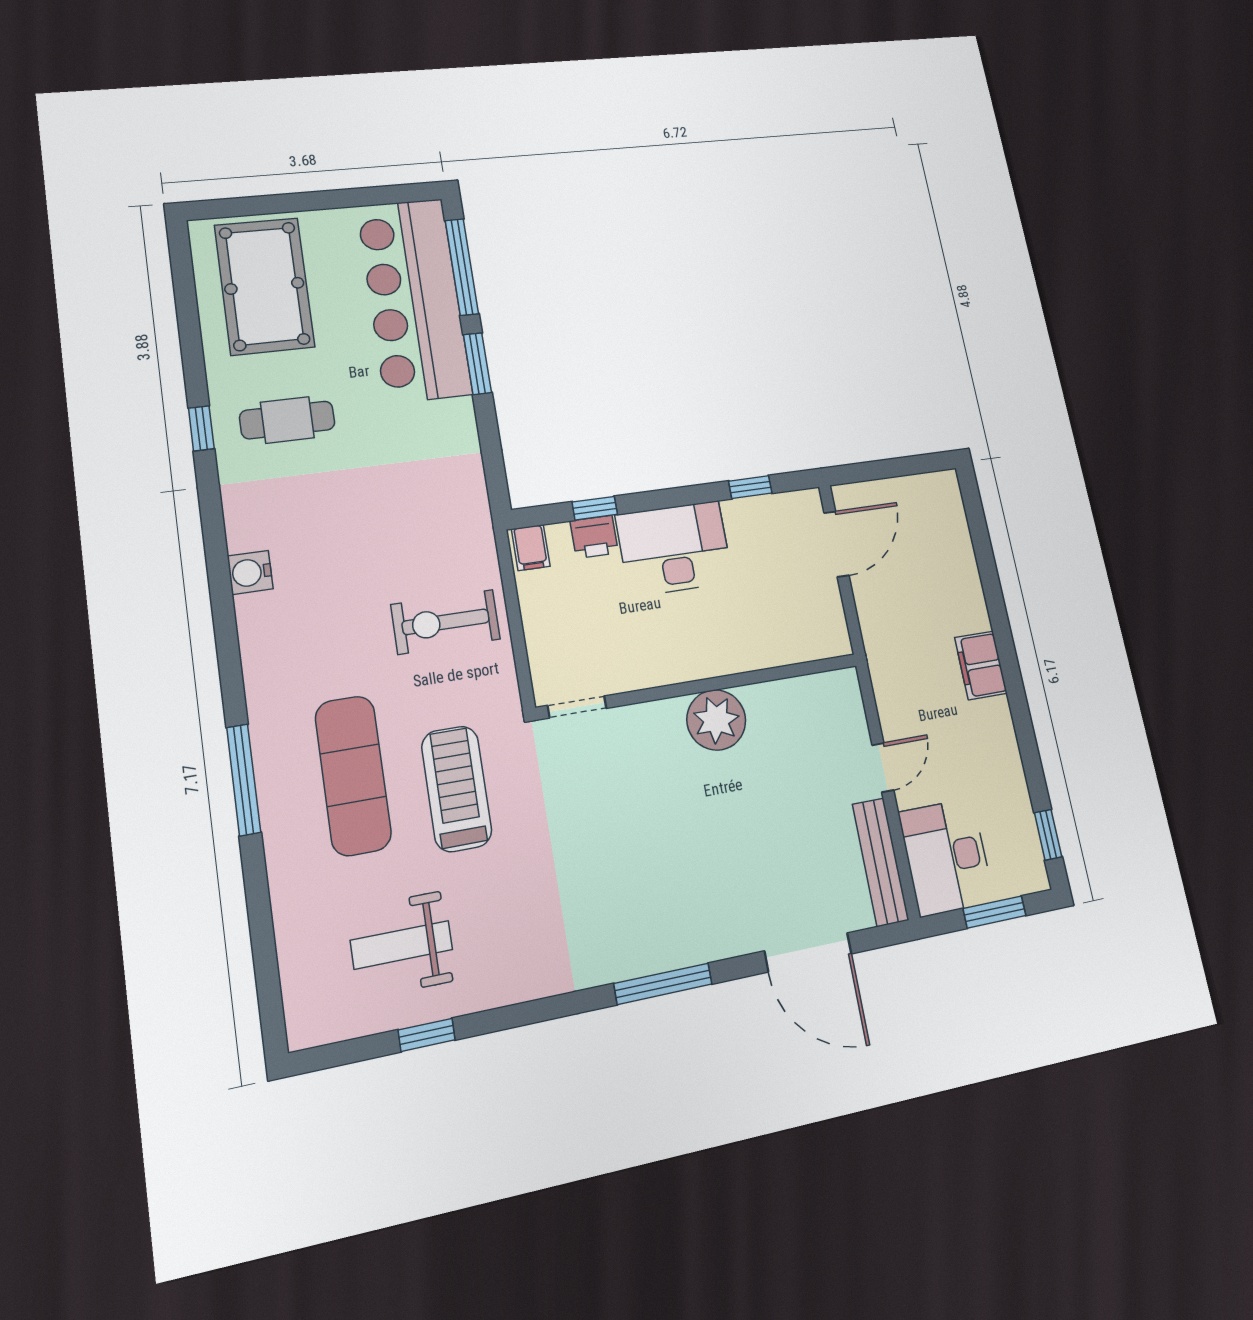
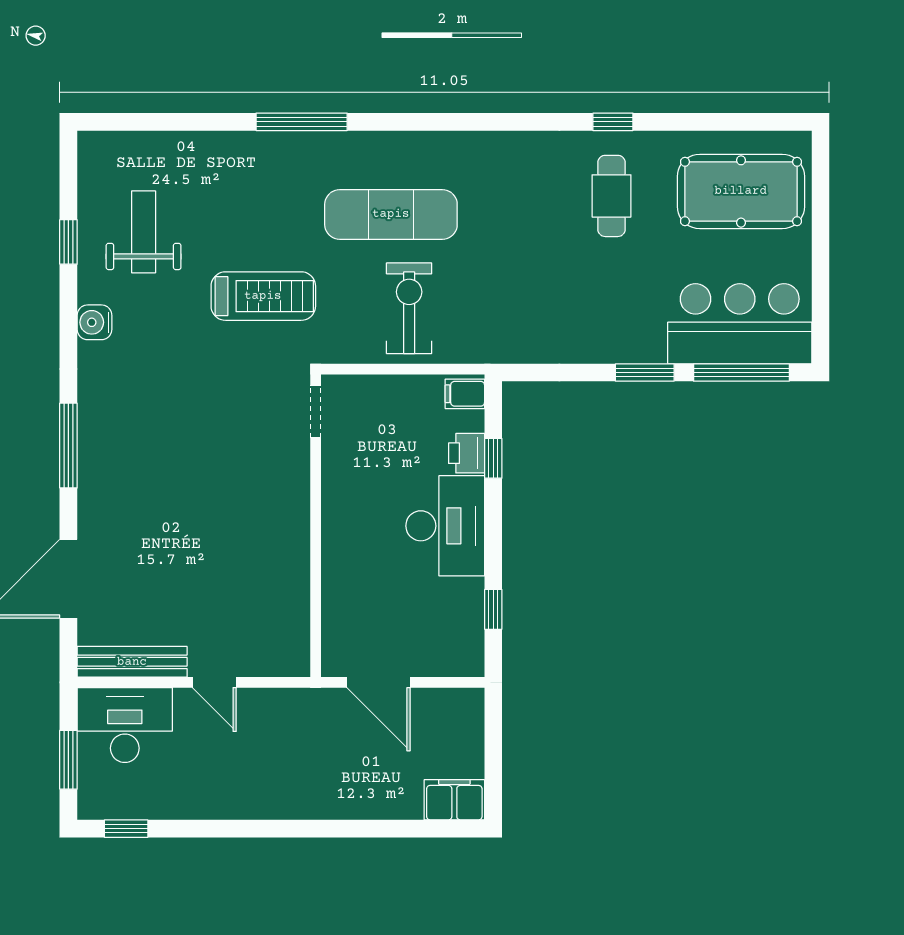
bar counter: (414, 300) -> (740, 324), width x0.73
door: (836, 544) -> (378, 682), moved
water cooler: (250, 572) -> (95, 322), moved, turned -90
filing cabinet: (981, 665) -> (454, 800), moved
plant: (716, 720) -> (283, 535), removed
exercise mat: (353, 775) -> (391, 214), moved

